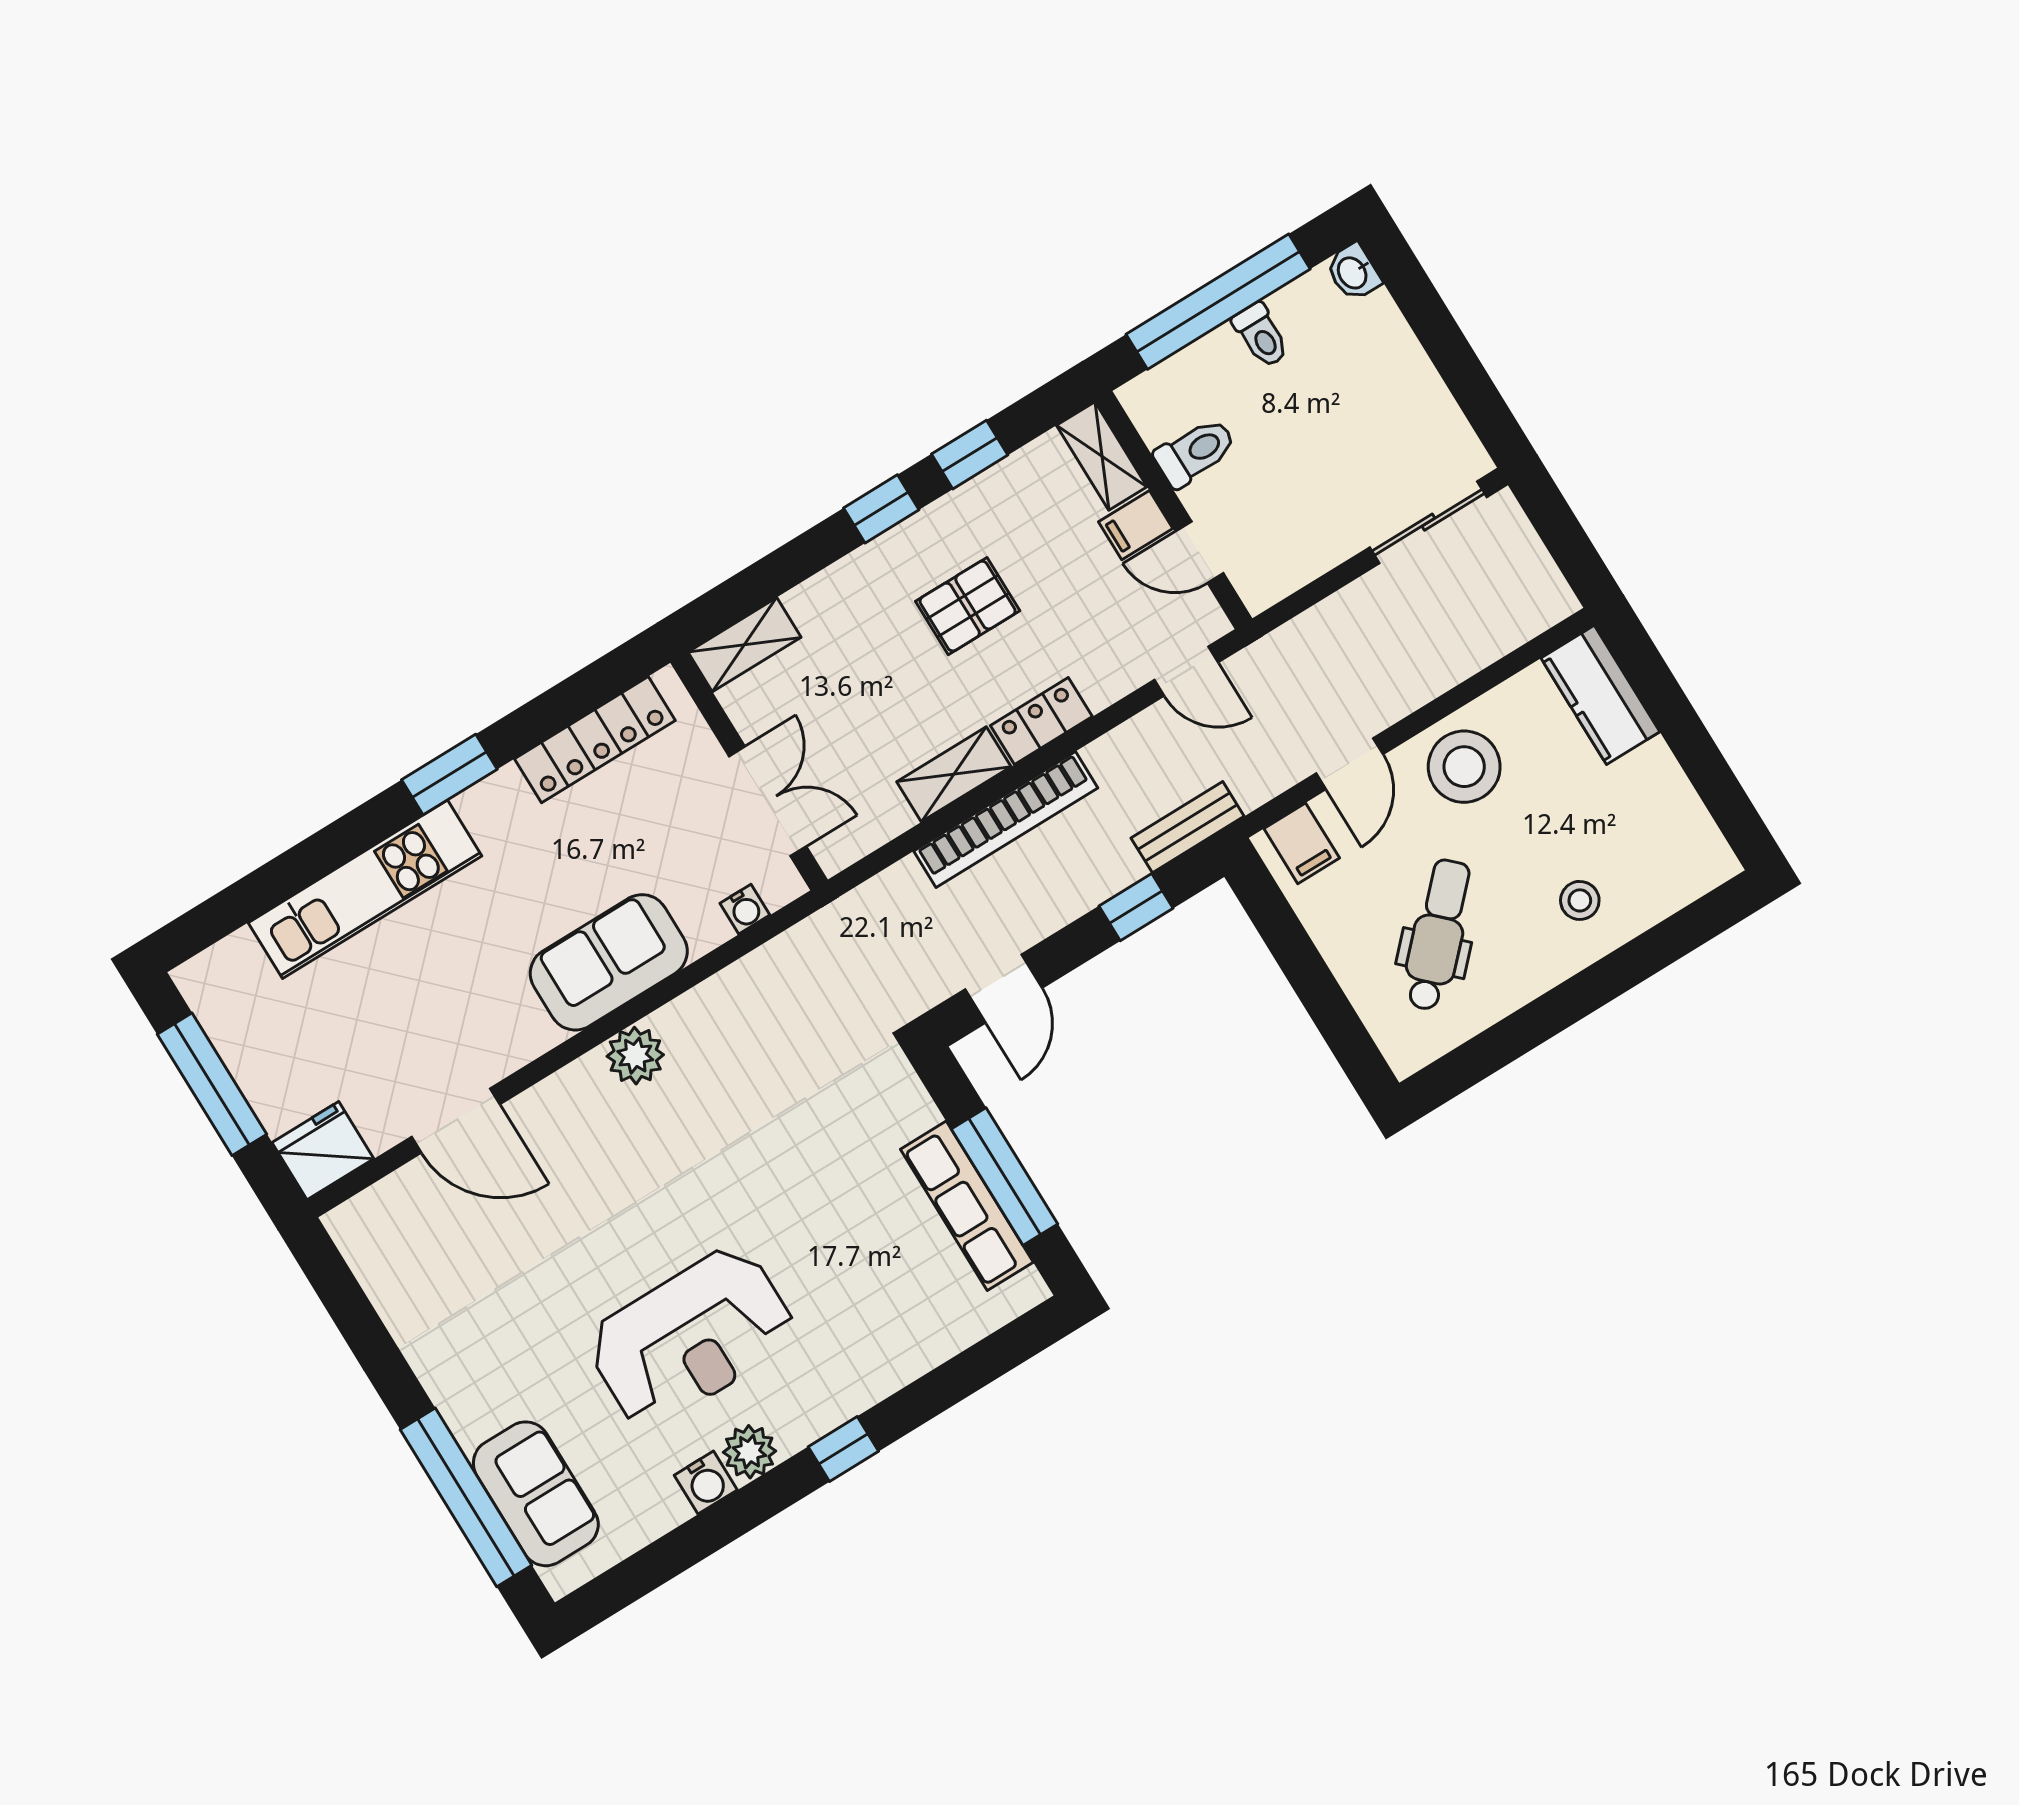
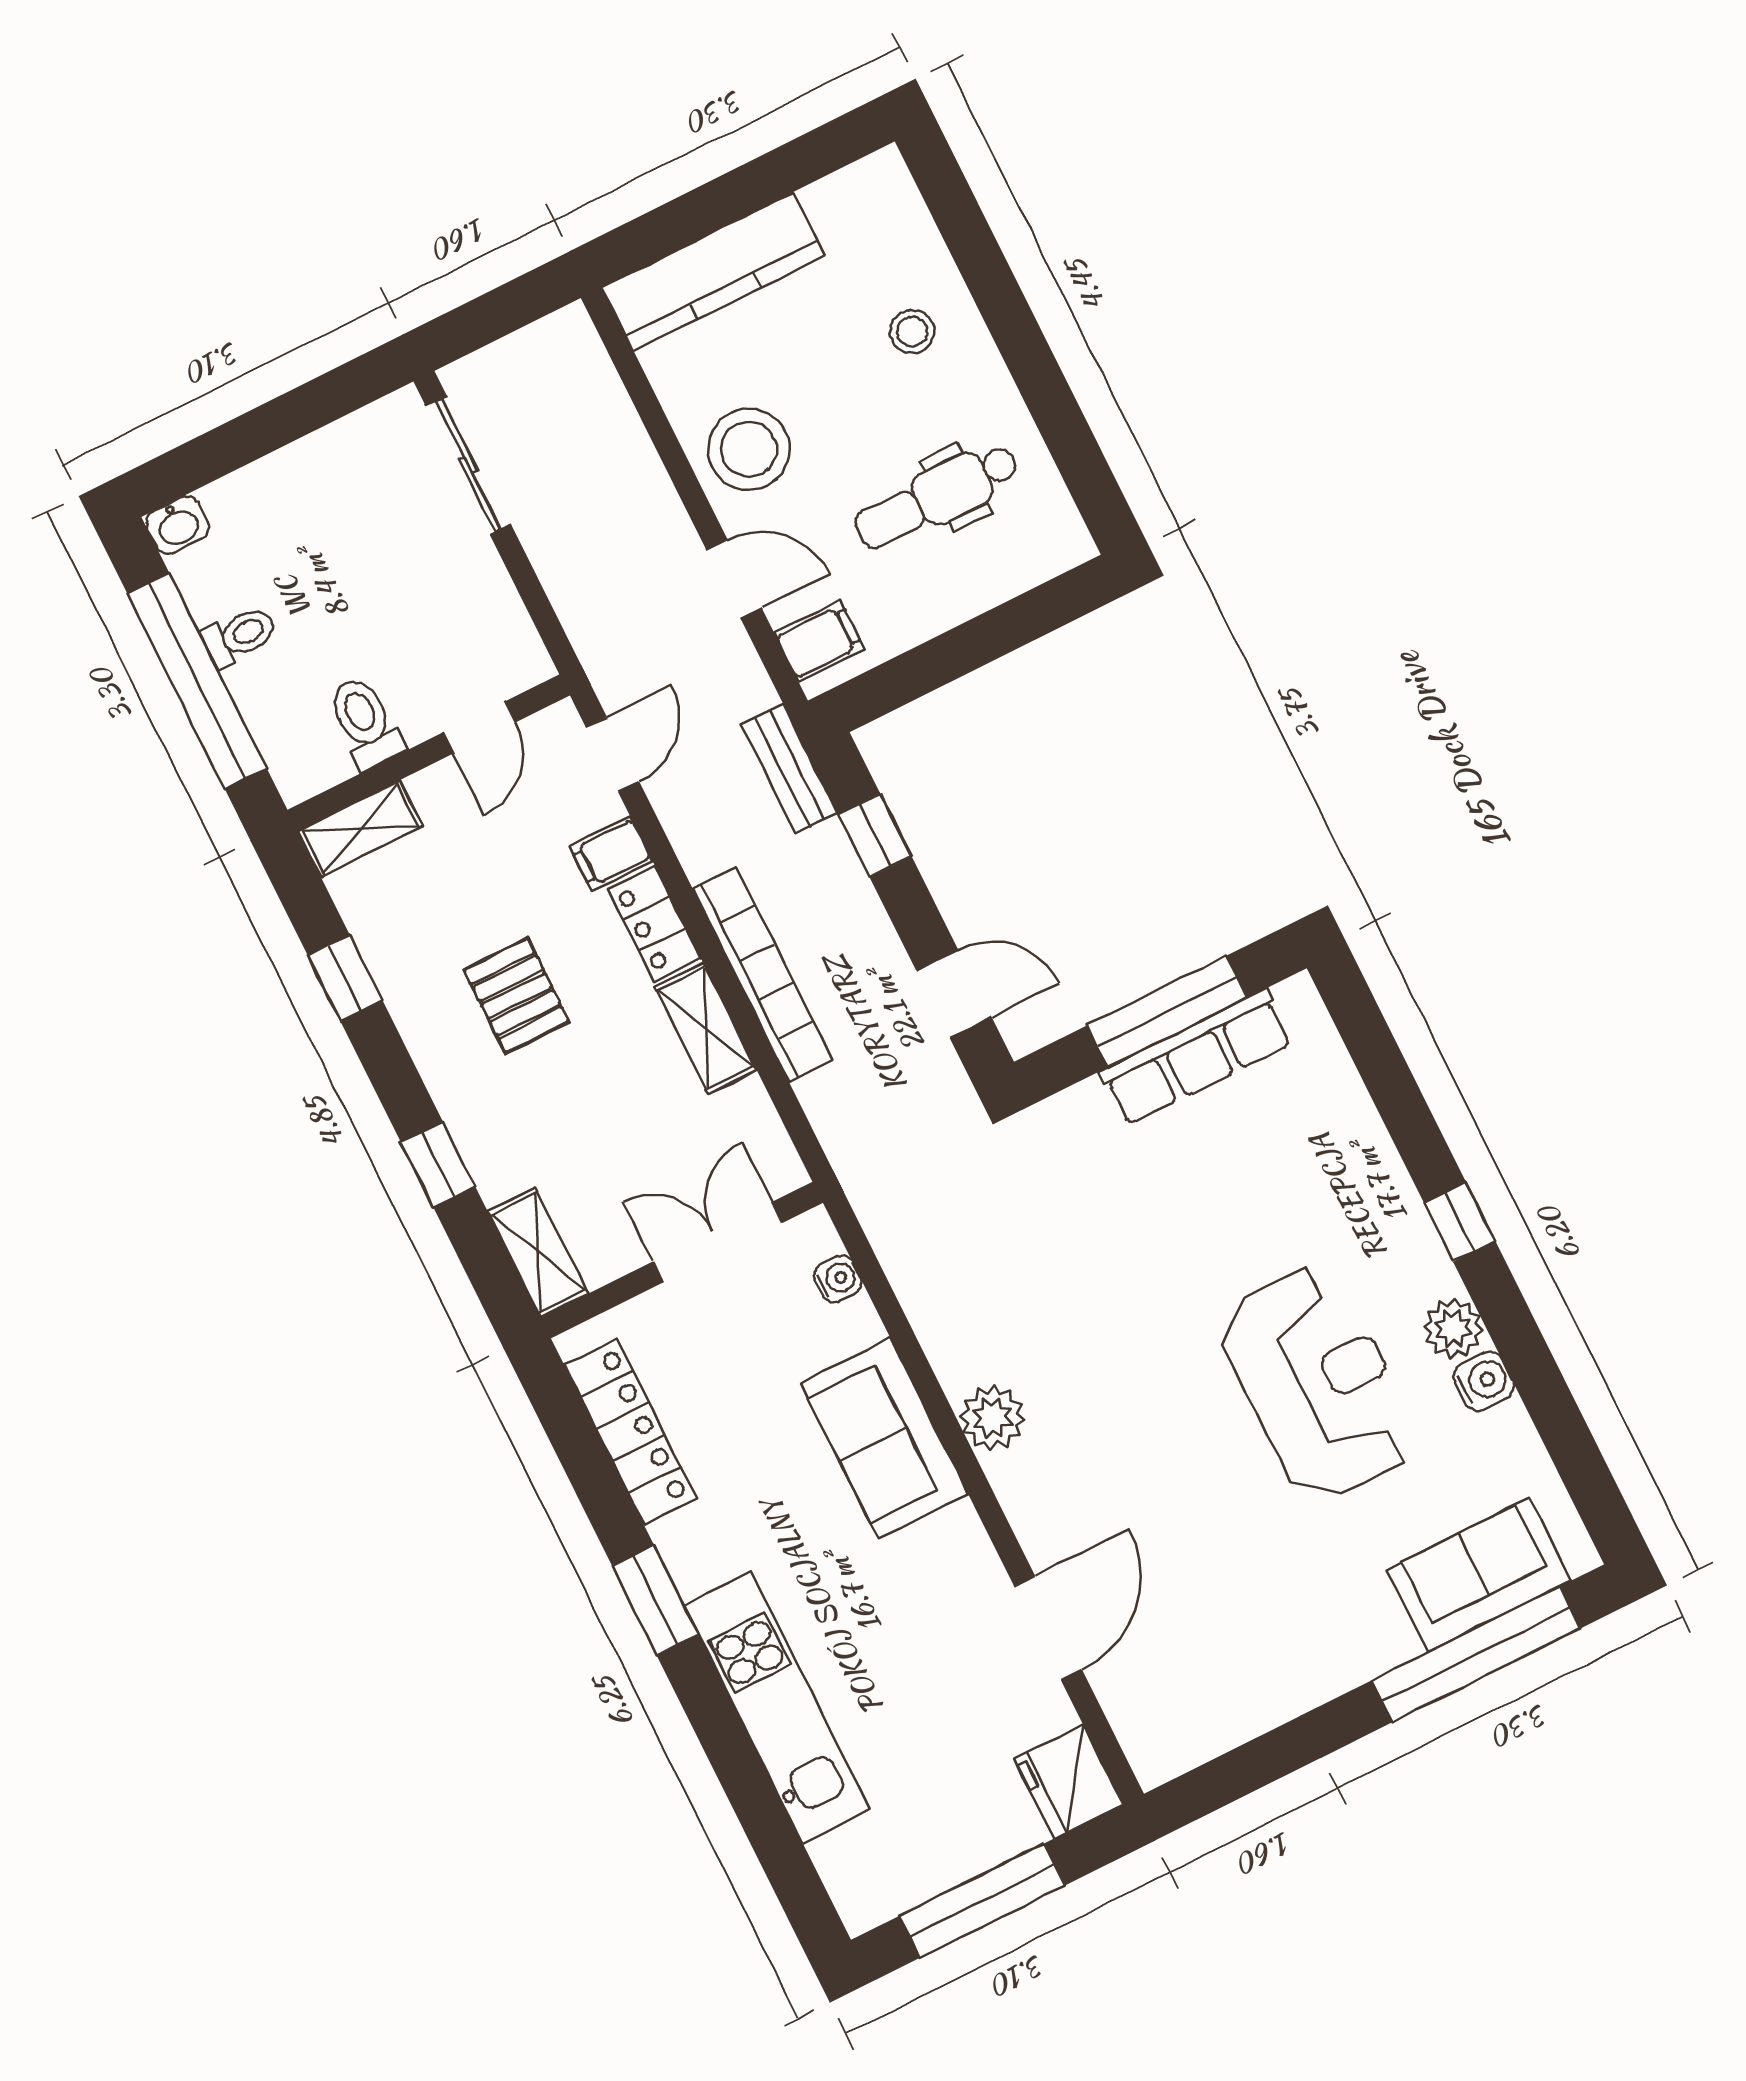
window: (881, 509) -> (438, 1164), moved
filing cabinet: (1136, 525) -> (611, 854), moved, turned 90
kitchen counter: (1600, 695) -> (713, 272), width x1.50
dental chair: (1438, 935) -> (937, 496), turned -44

